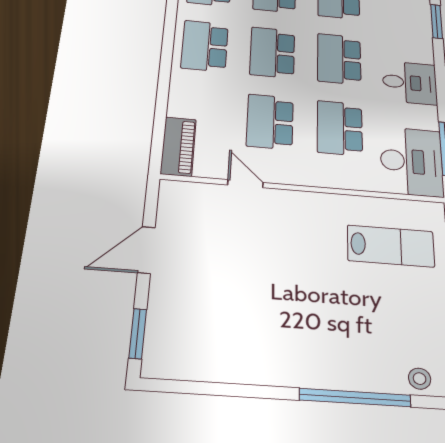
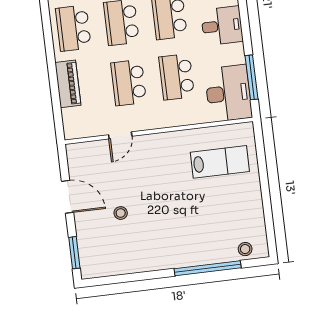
piano: (178, 146) -> (68, 84), moved
door: (245, 184) -> (120, 135), swing flipped
door: (146, 250) -> (68, 197), swing flipped
stool: (226, 288) -> (121, 213), added

